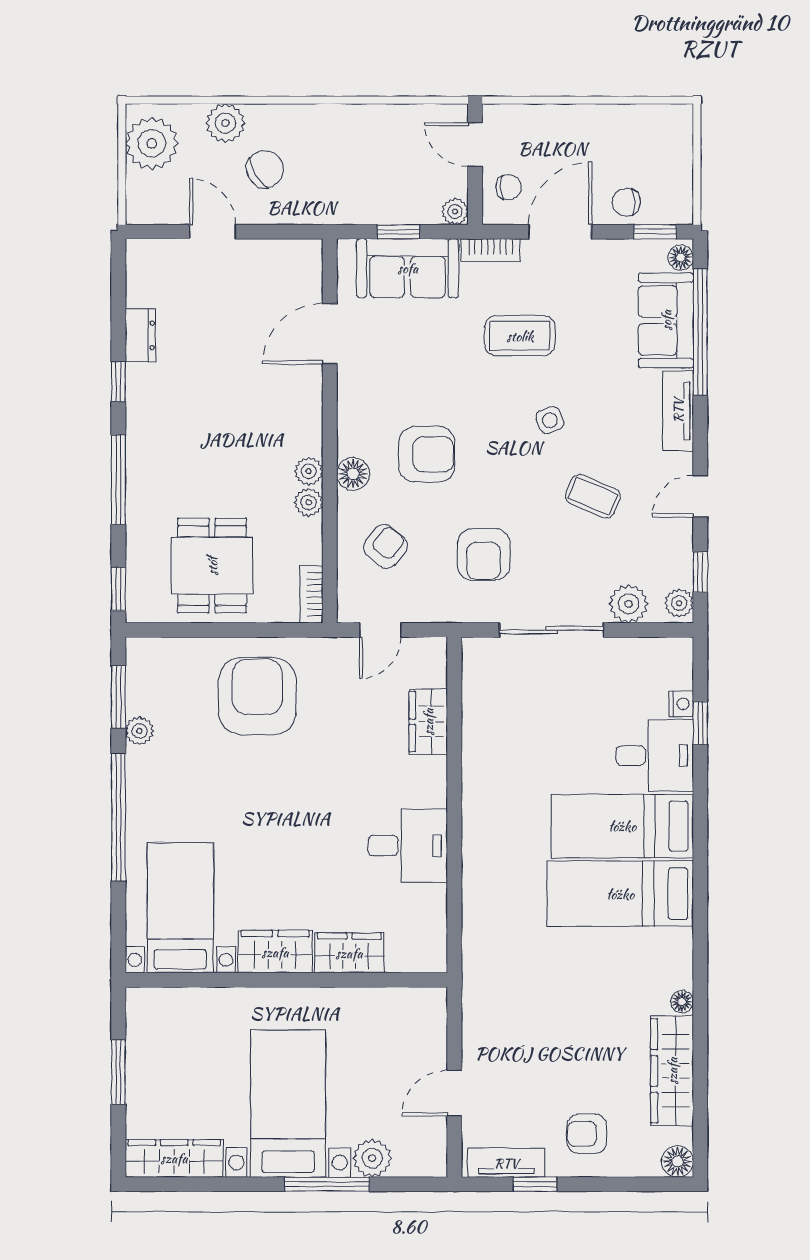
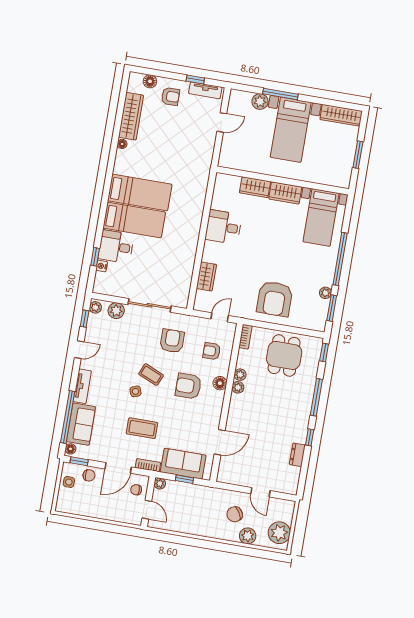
side table: (671, 178) -> (69, 482), added
coffee table: (593, 496) -> (151, 375), moved
armchair: (385, 546) -> (212, 351), turned 51
floor lamp: (677, 1161) -> (150, 81), moved

